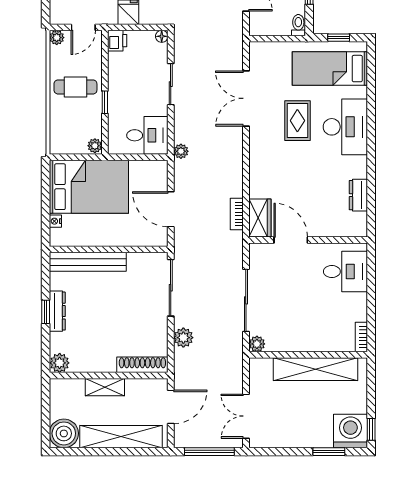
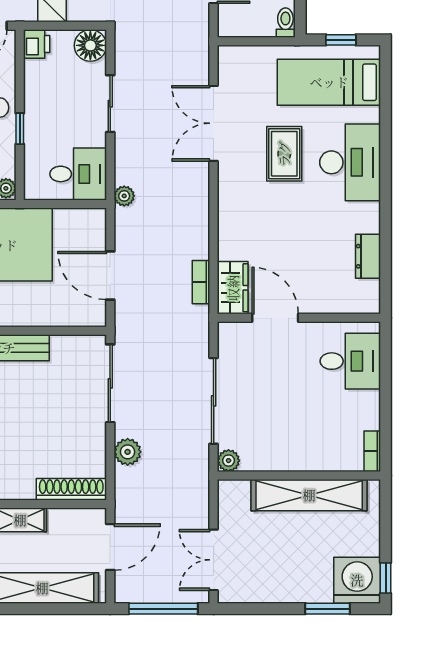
floor lamp: (162, 36) -> (90, 45), width x1.89, depth x1.89

